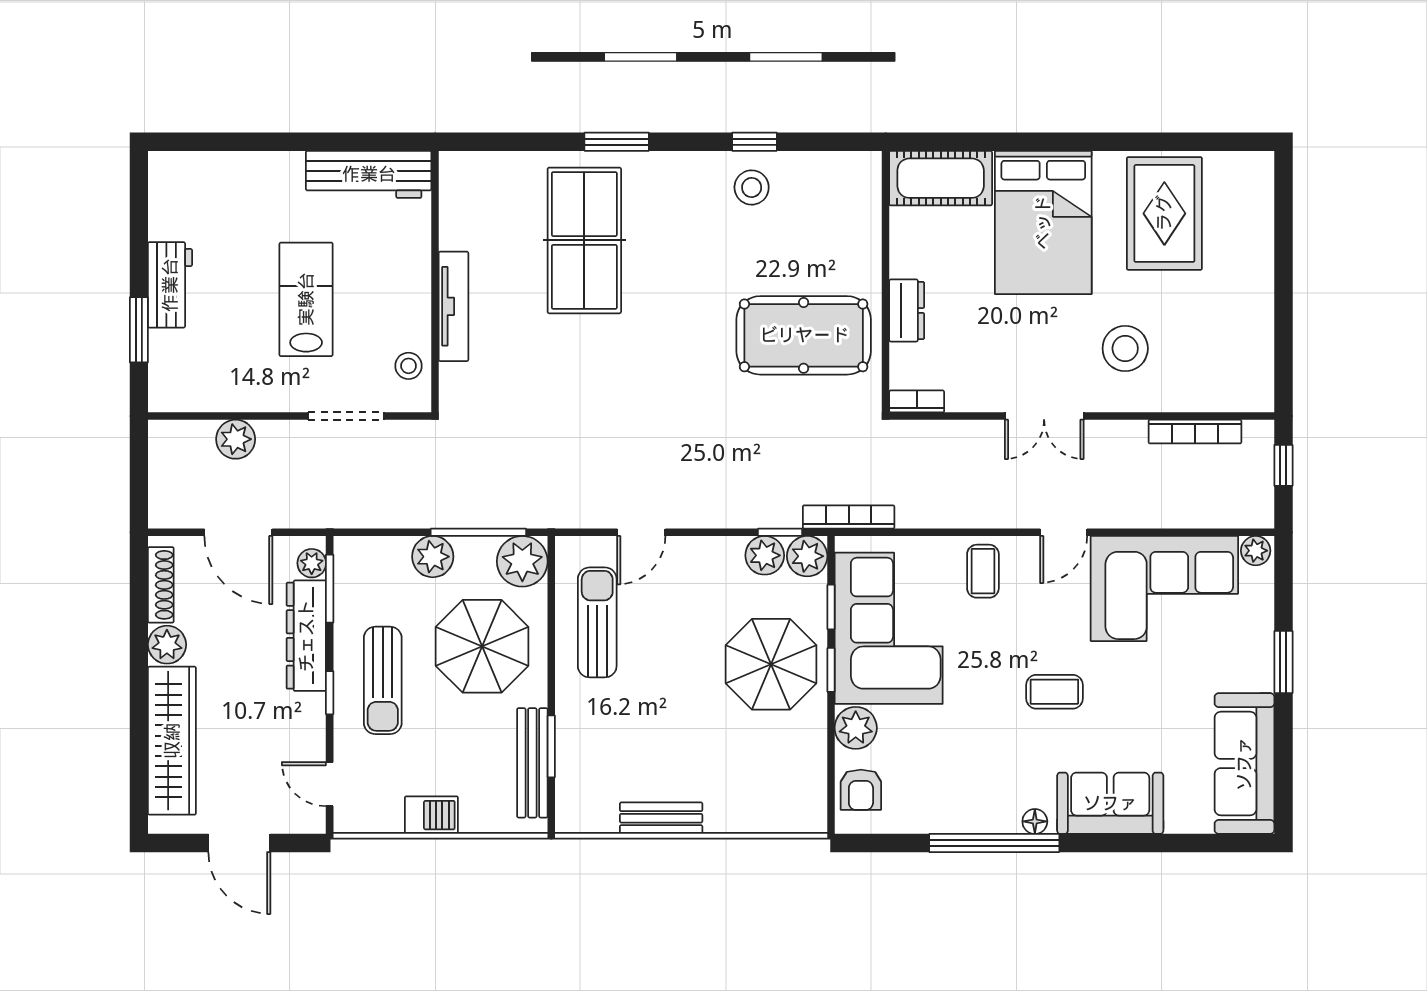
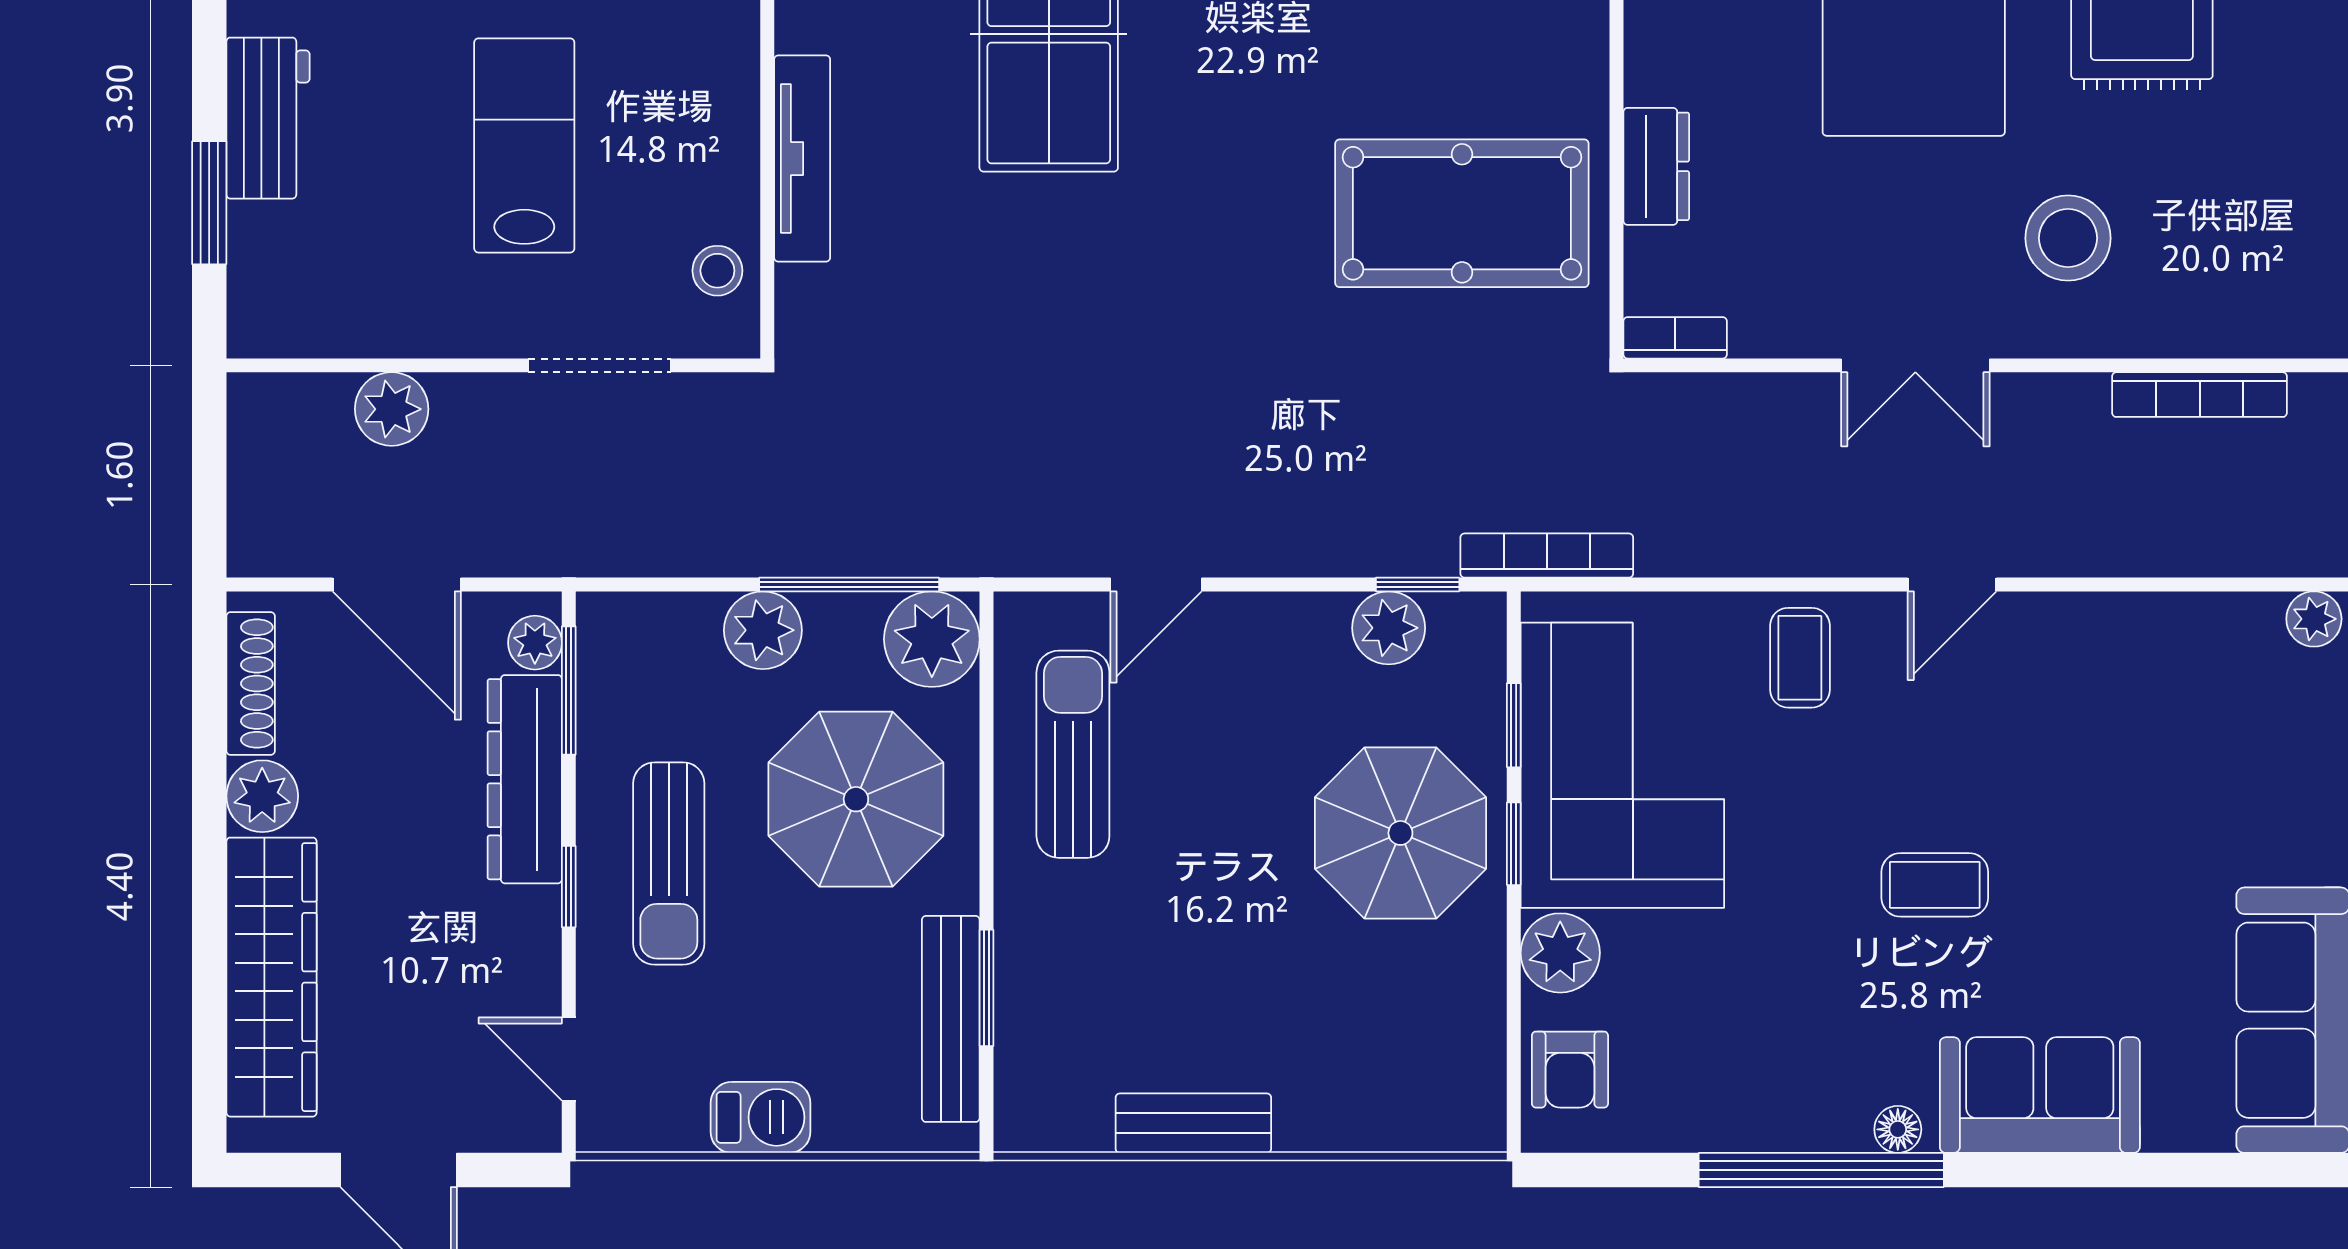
plant: (807, 556) -> (1469, 629), removed
corner sofa: (1164, 589) -> (2142, 690), removed

